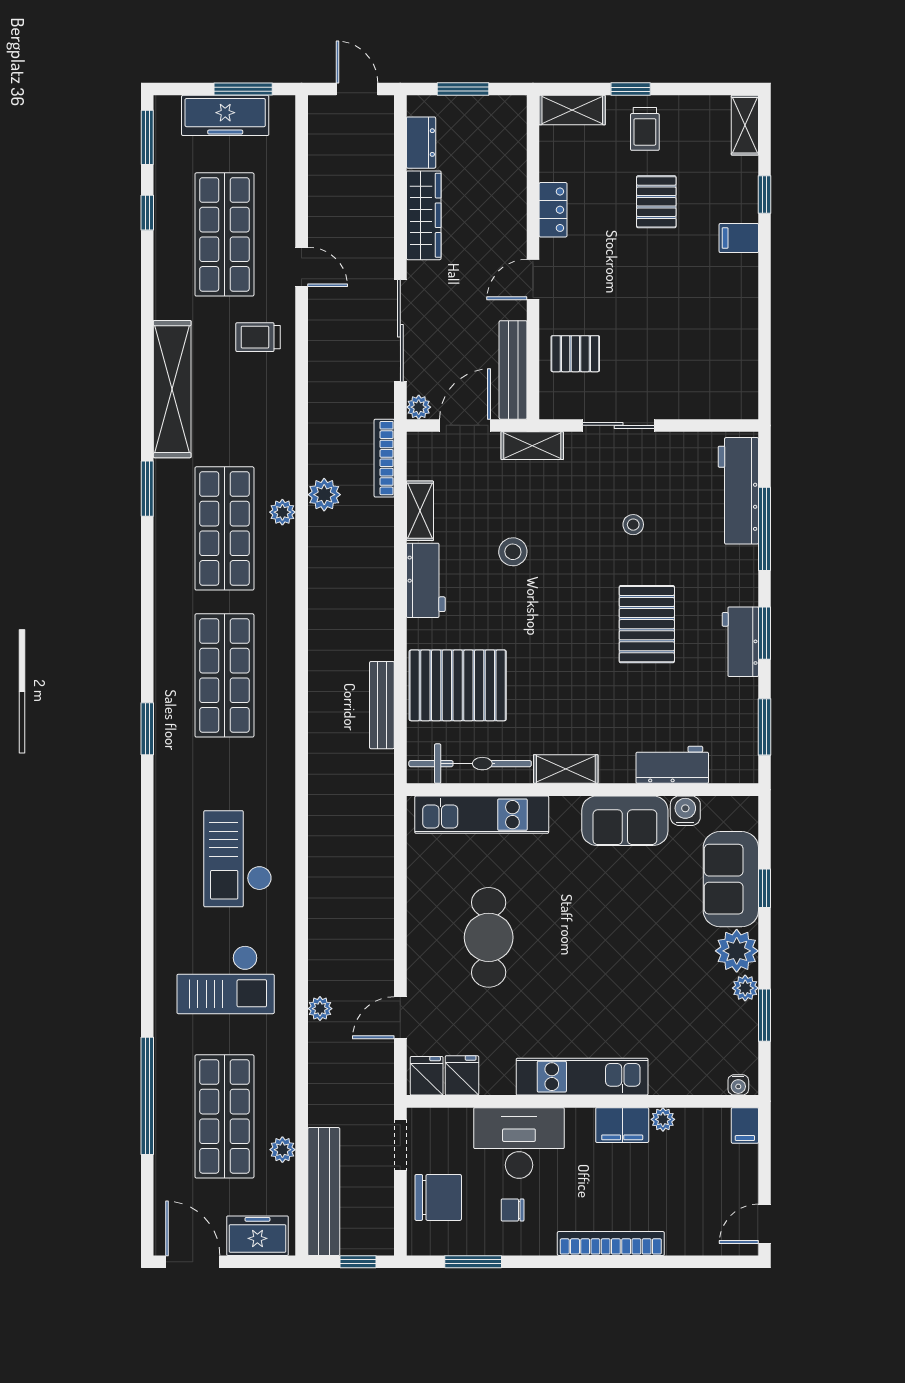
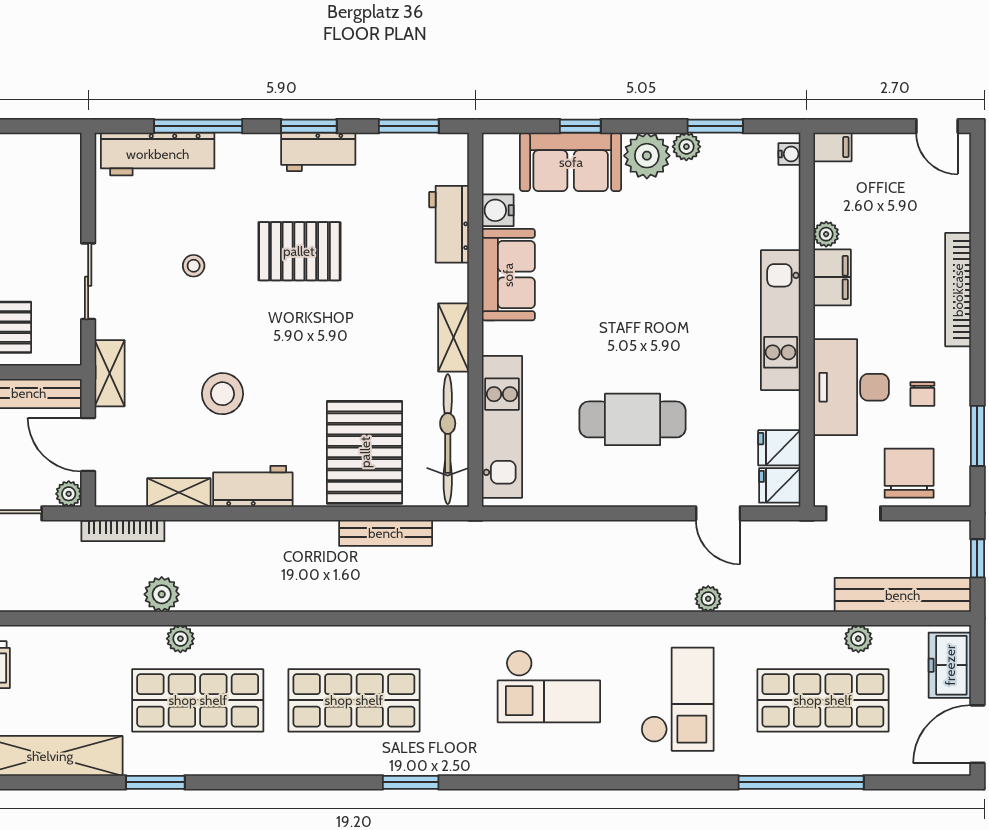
stool: (513, 552) -> (222, 394), width x1.38, depth x1.38

